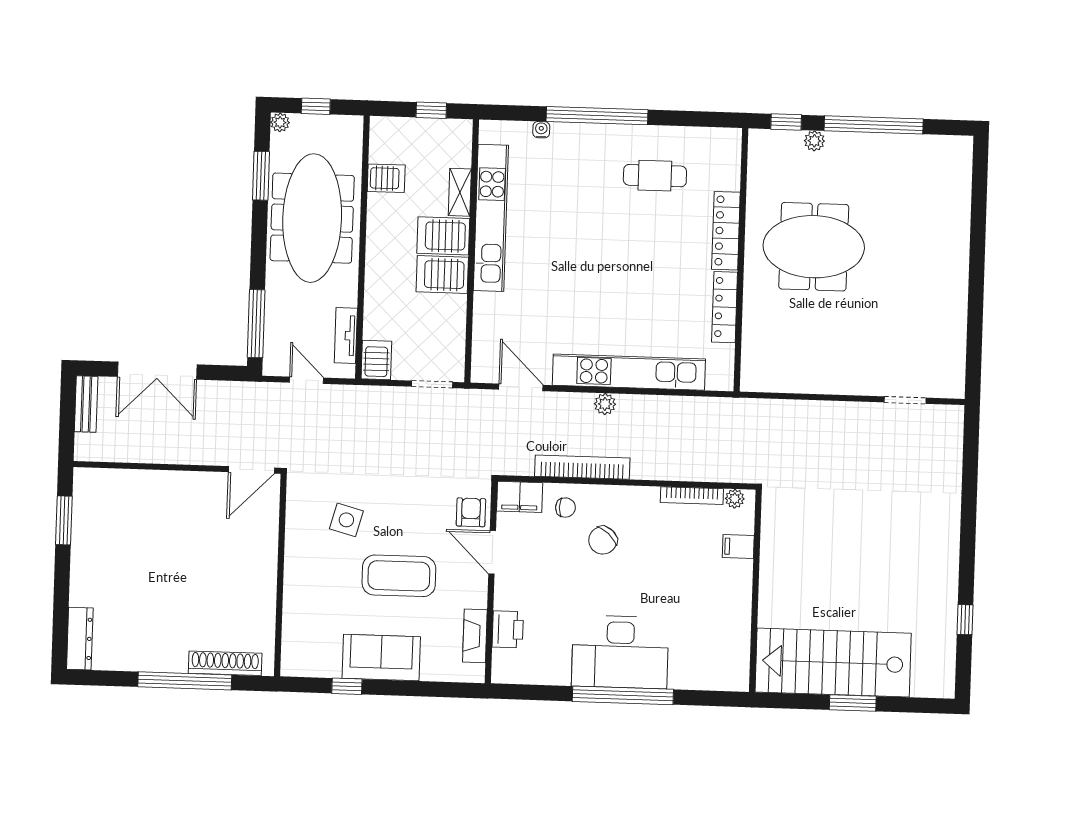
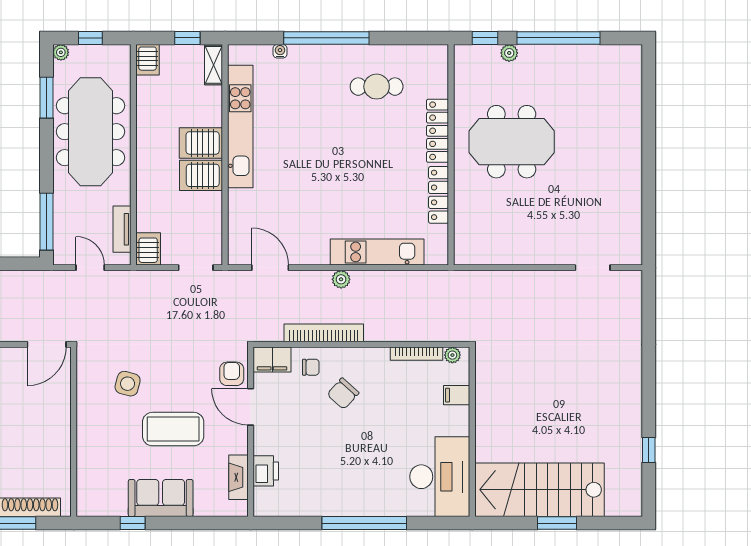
server rack: (386, 178) -> (148, 60), moved, turned 90
shelving: (460, 192) -> (214, 65), moved
kitchen unit: (629, 372) -> (377, 252), width x0.73
desk: (620, 652) -> (440, 477), moved, turned -90

